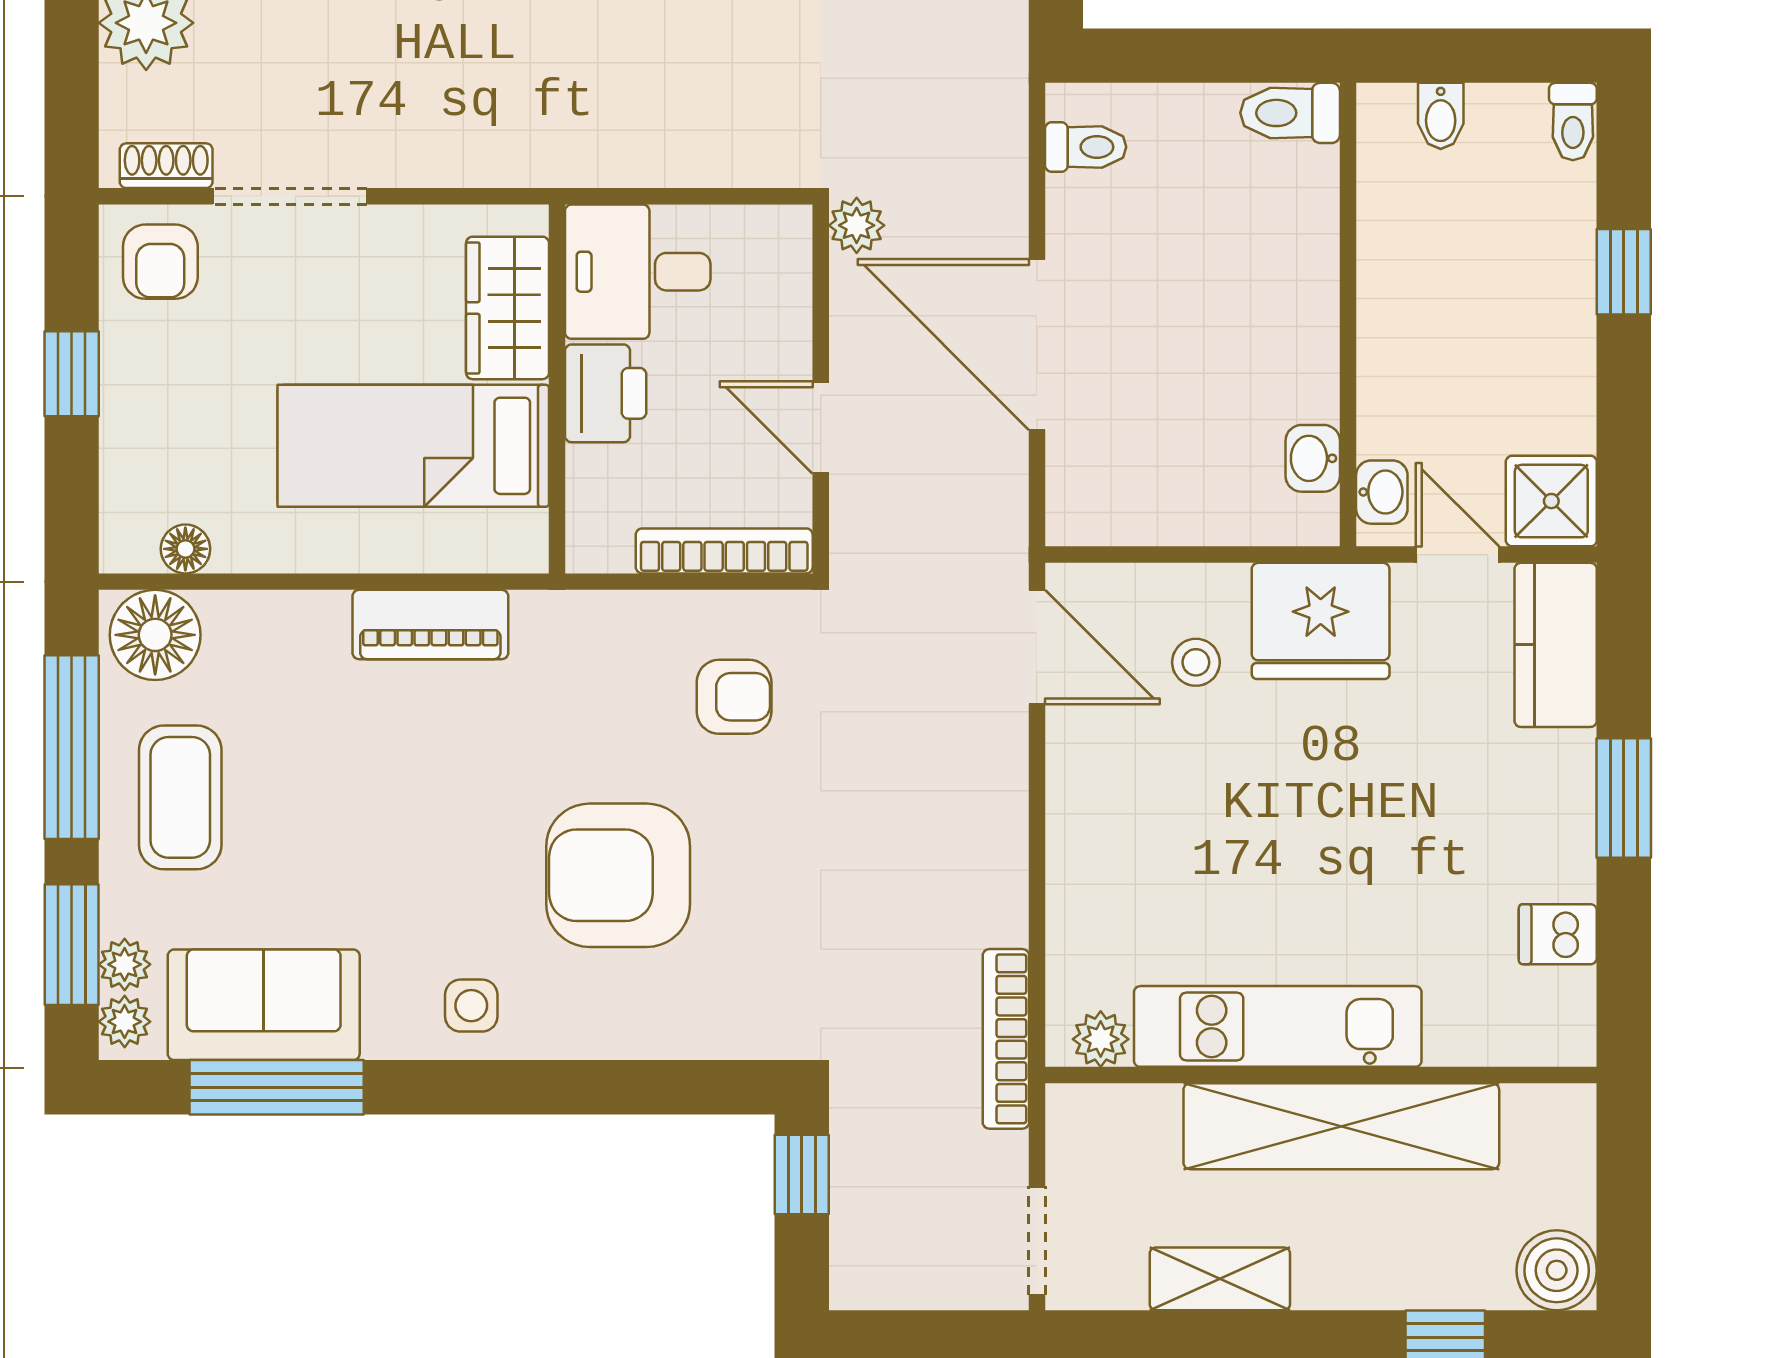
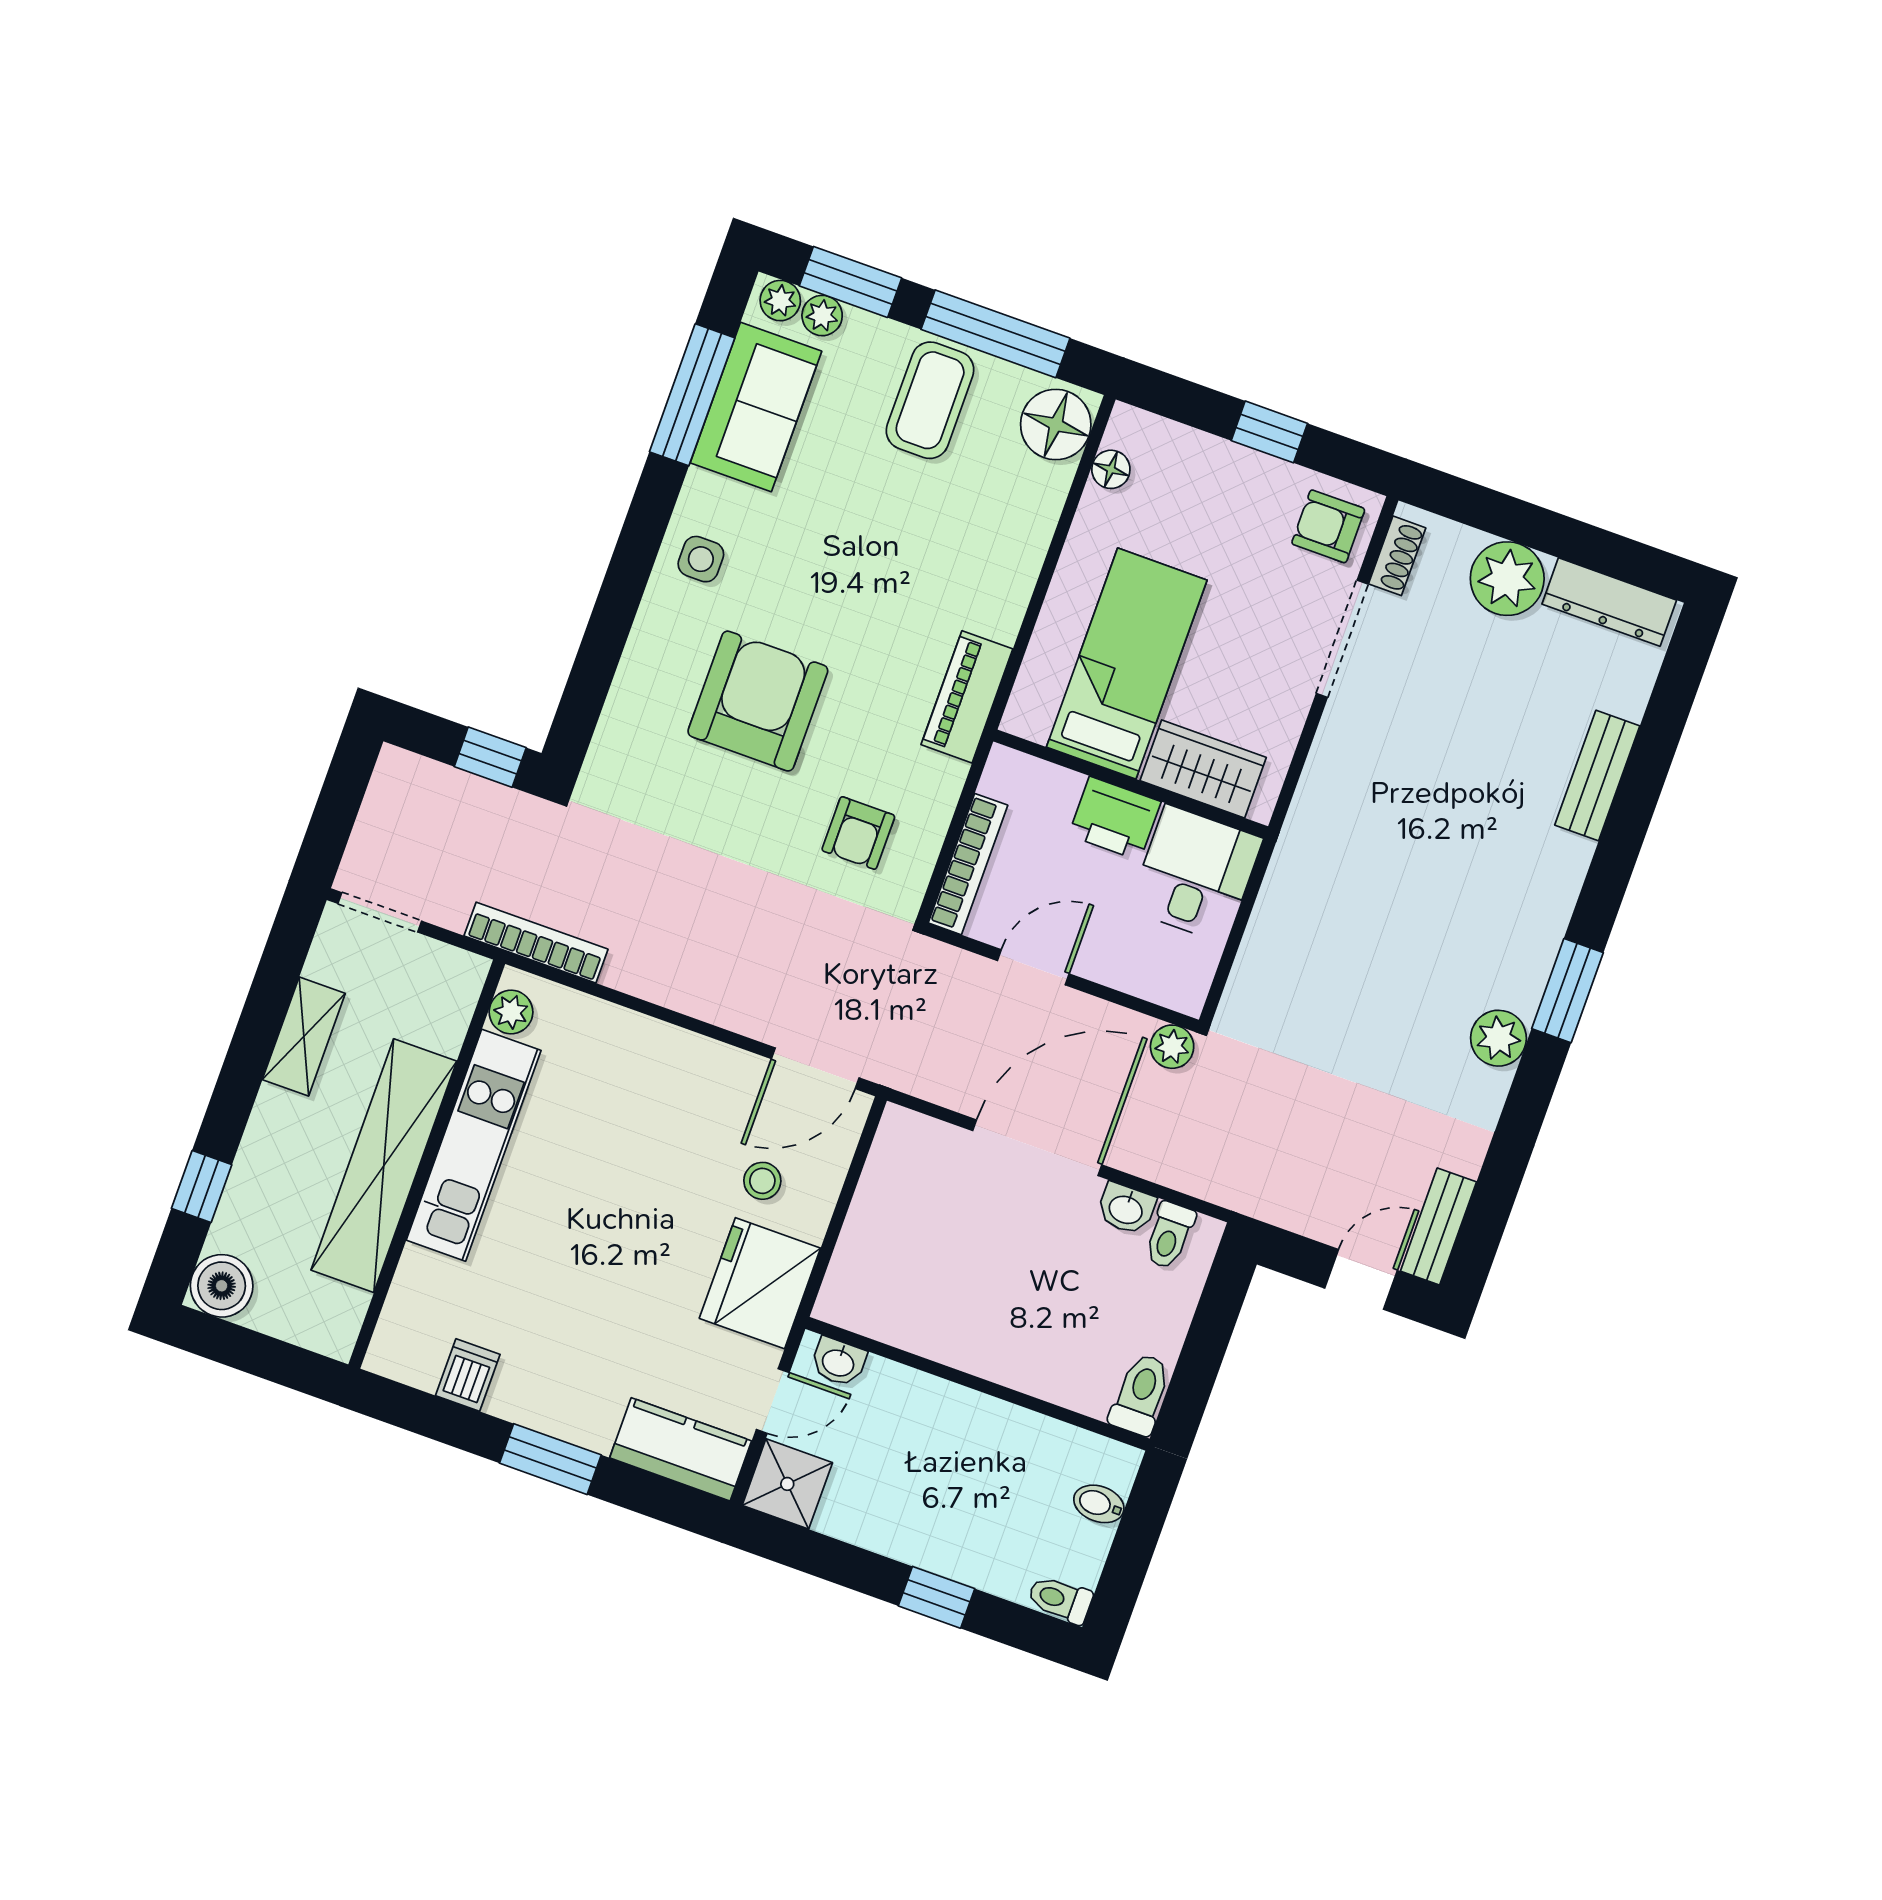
washbasin: (1313, 458) -> (1126, 1209), moved, turned 180
piano: (430, 625) -> (967, 697), moved
coffee table: (180, 797) -> (930, 400), turned 90

